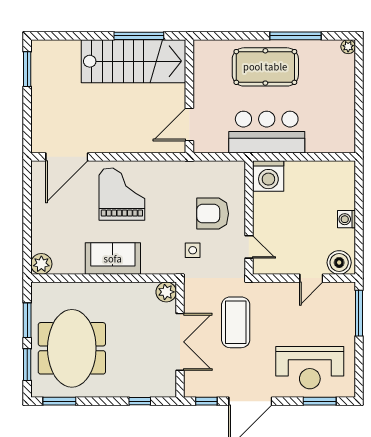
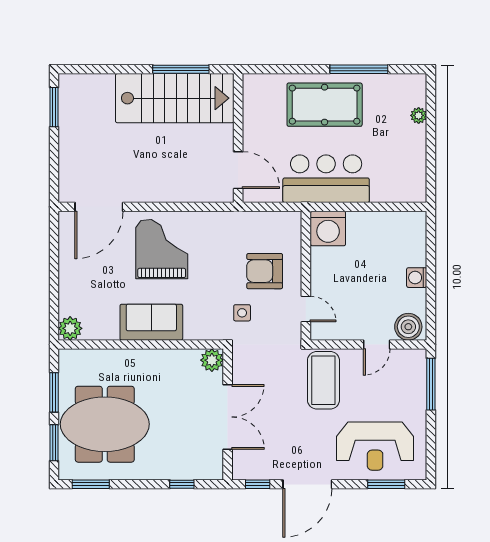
plant: (348, 47) -> (419, 115), moved
door: (189, 125) -> (238, 170), swing flipped
coffee table: (236, 322) -> (323, 380), moved
meeting table: (72, 348) -> (105, 424), turned 90

